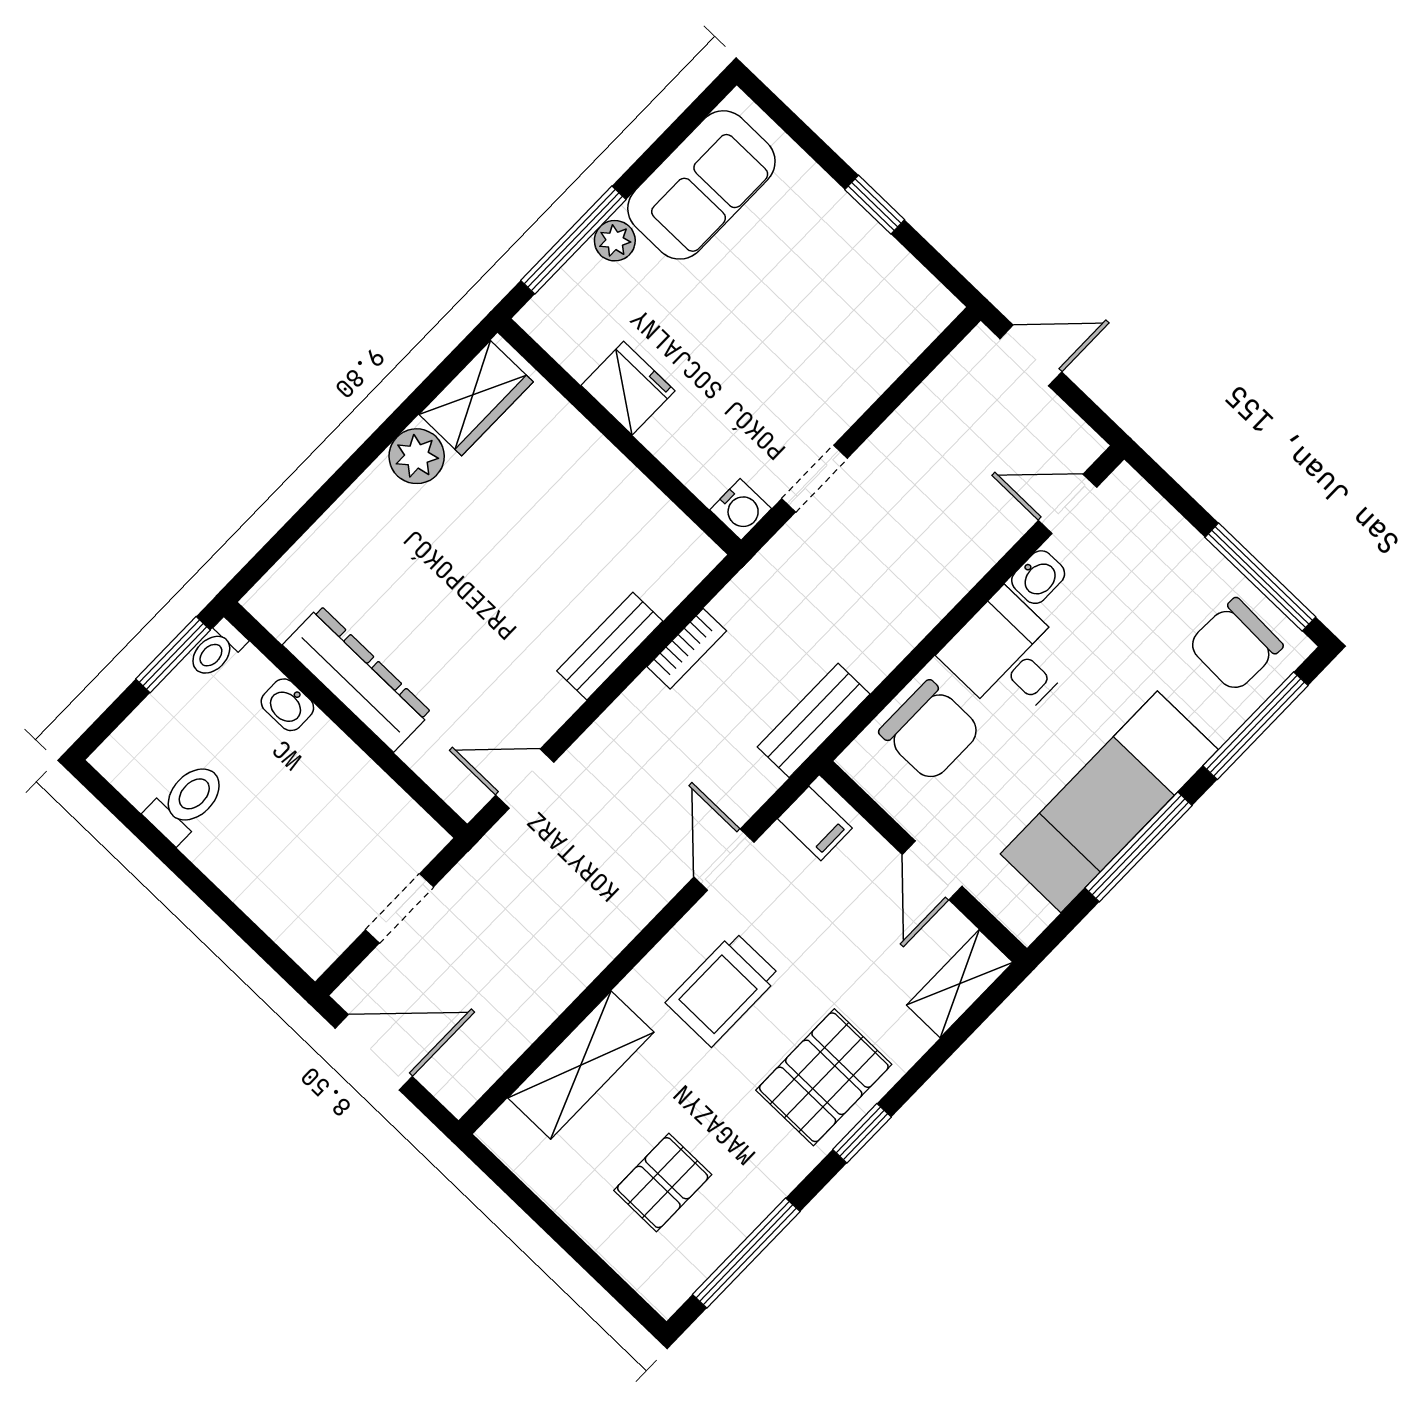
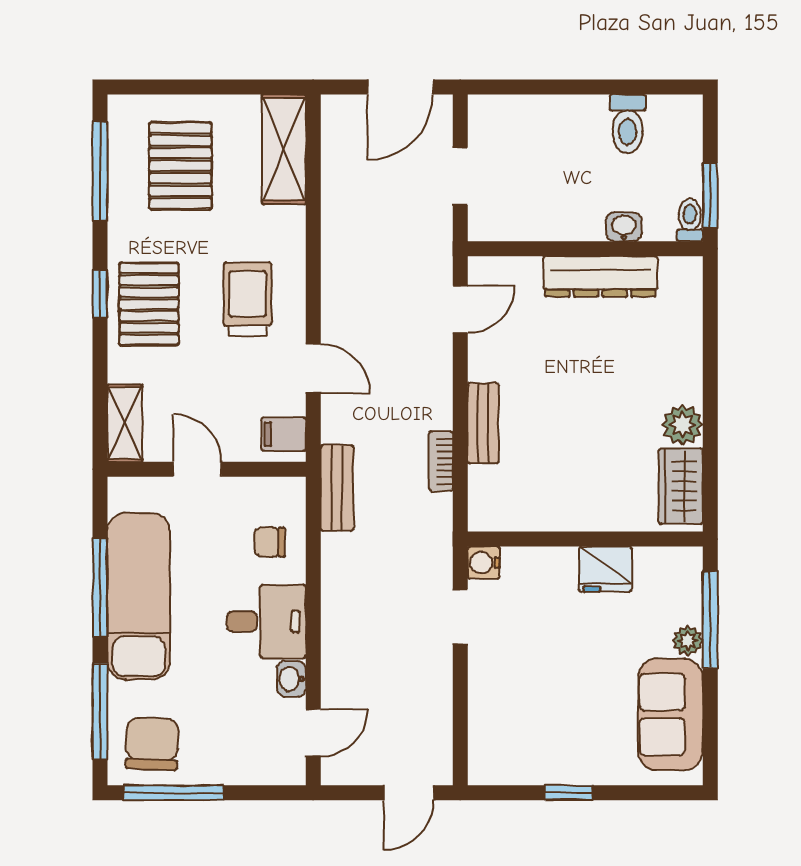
chair: (930, 731) -> (270, 542), width x0.54, depth x0.54
shelving: (581, 1065) -> (284, 149), moved
pallet: (663, 1183) -> (180, 166), width x1.50, depth x1.42

